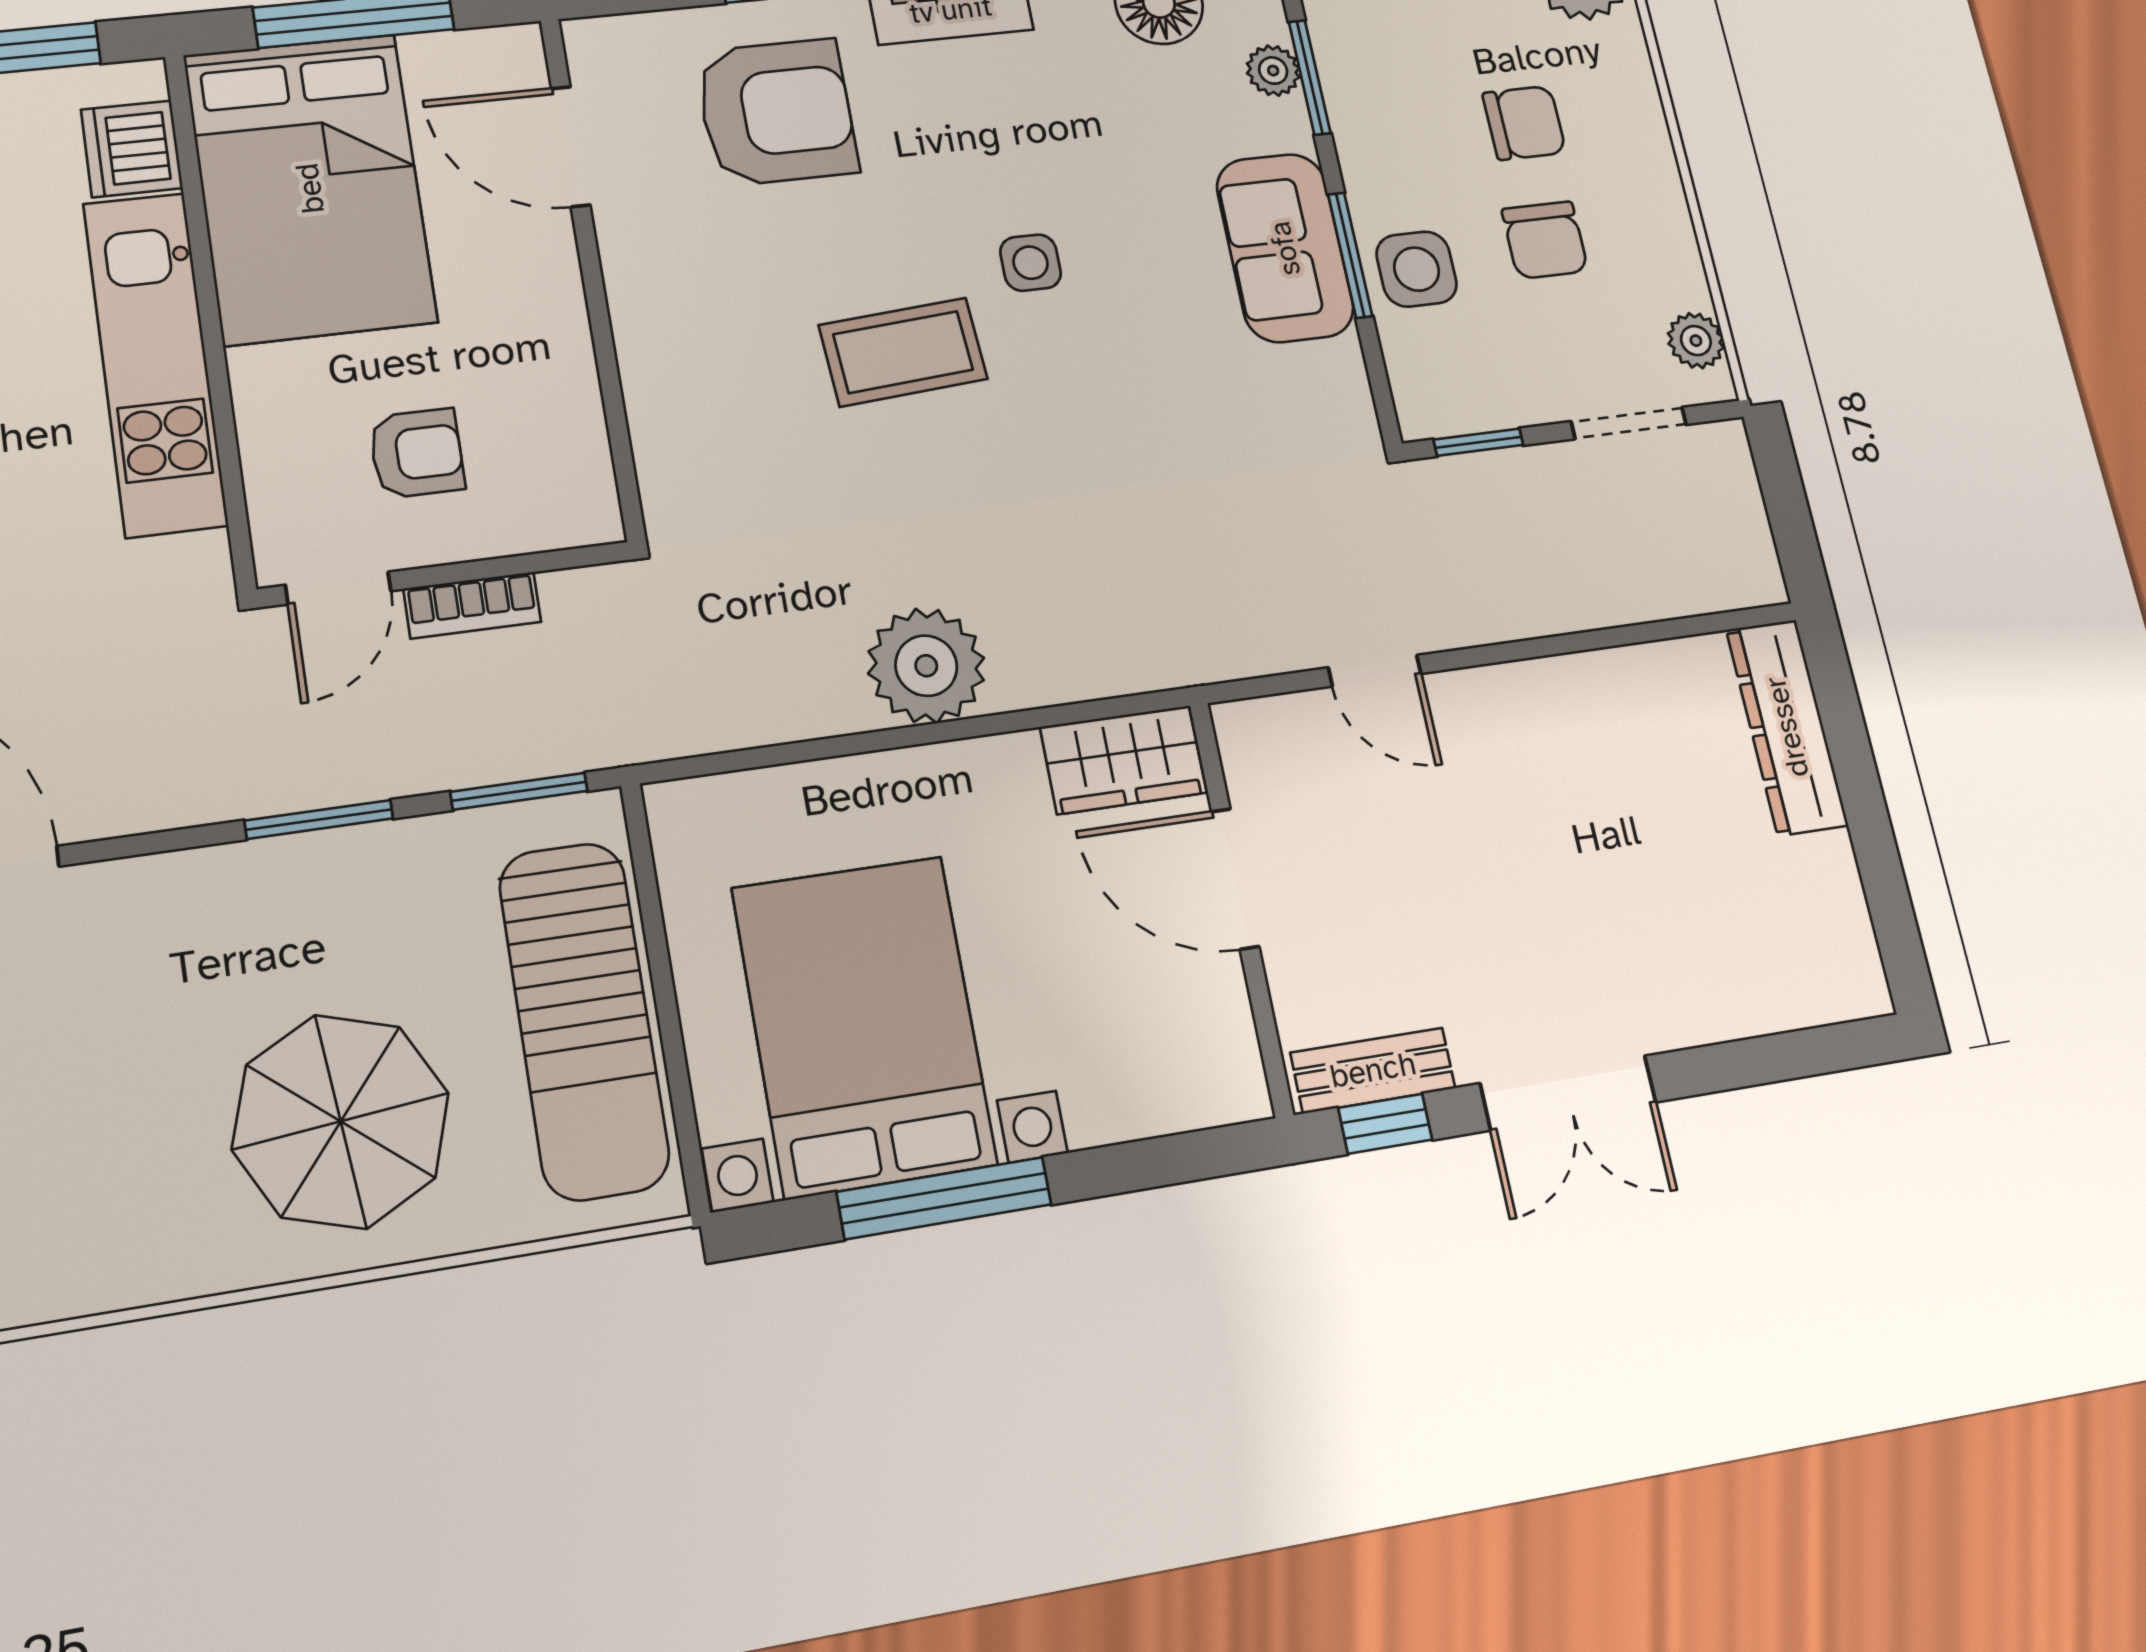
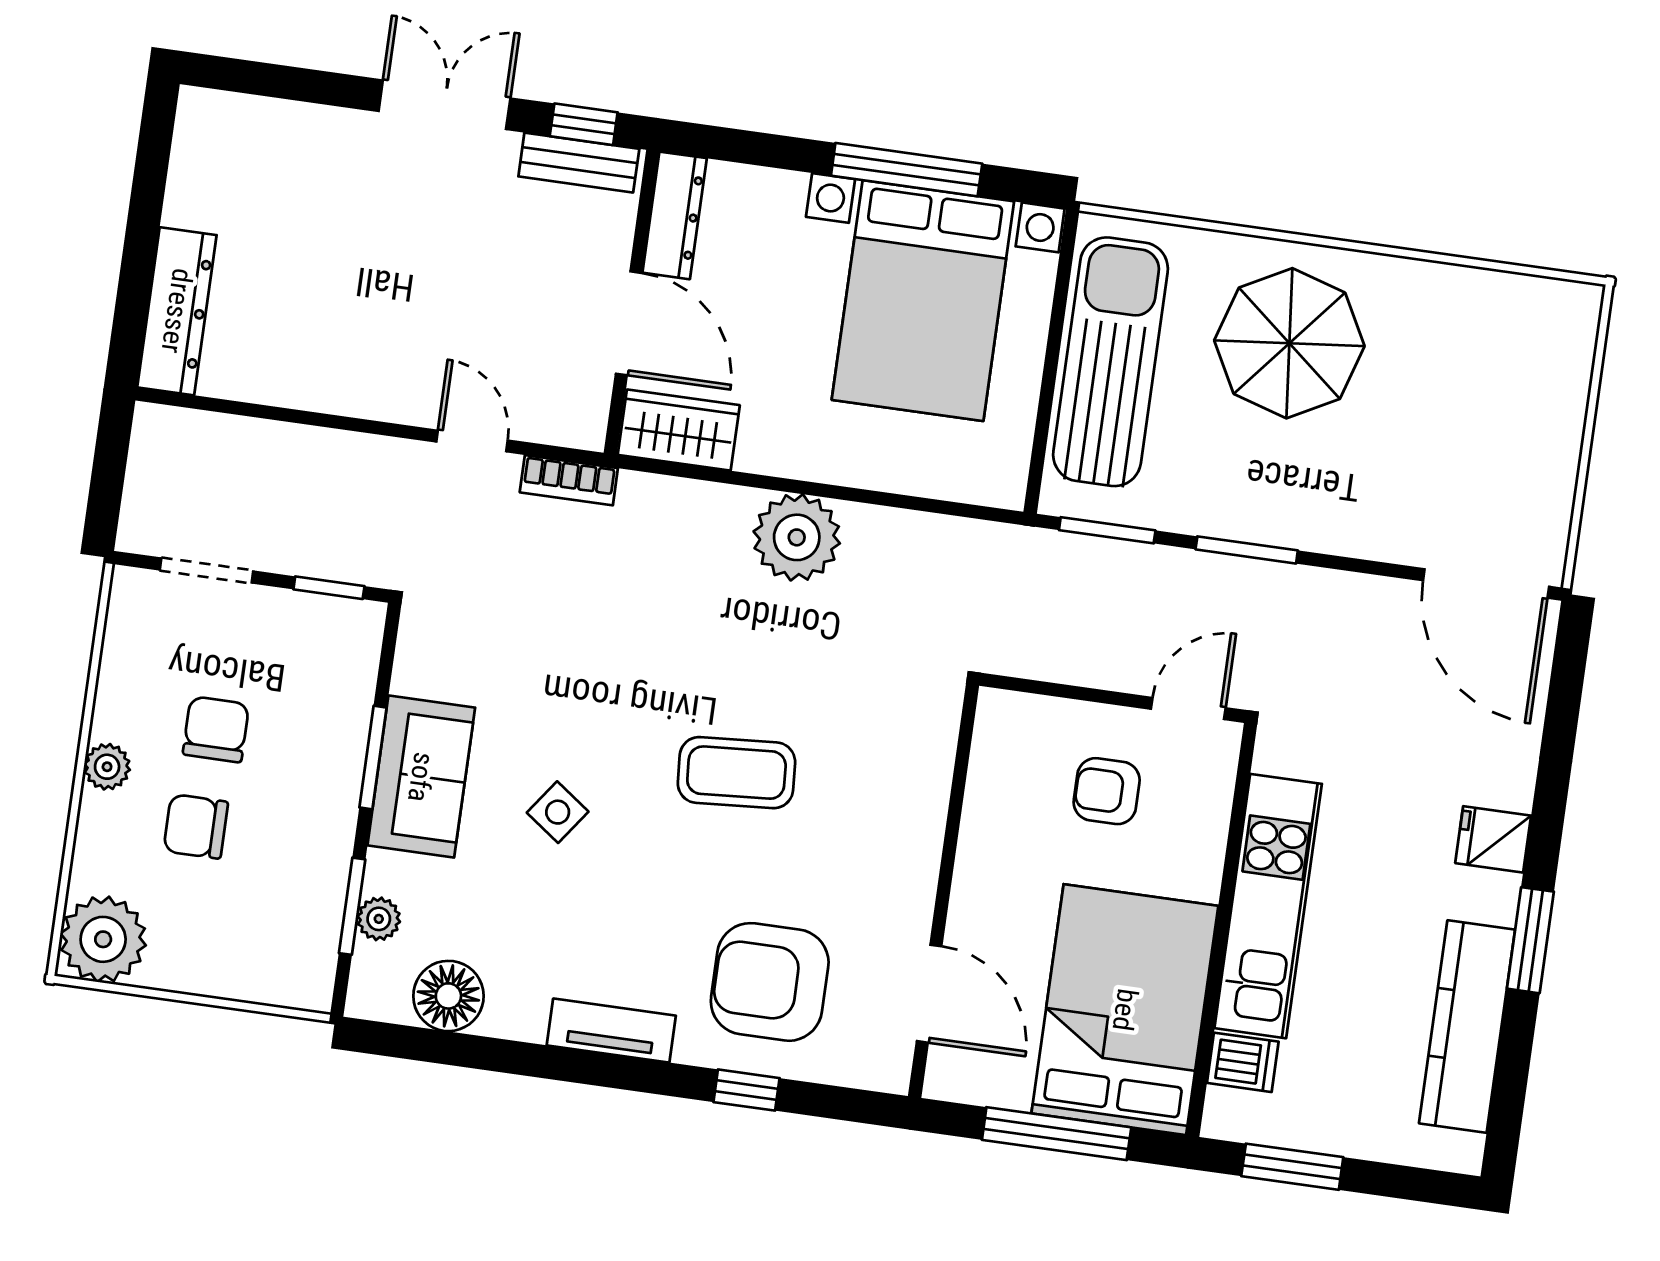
dishwasher: (132, 149) -> (1243, 1062), width x0.73
side table: (1031, 263) -> (558, 812), moved, turned 36
side table: (1417, 269) -> (326, 733), removed
plant: (1696, 341) -> (107, 767), moved
bookcase: (472, 605) -> (569, 480), moved, turned 180
dresser: (1227, 1039) -> (675, 215), added

